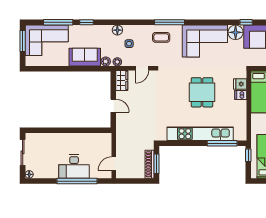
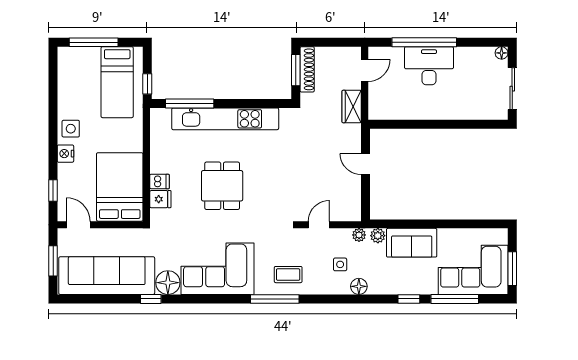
wardrobe: (122, 80) -> (352, 106), moved

